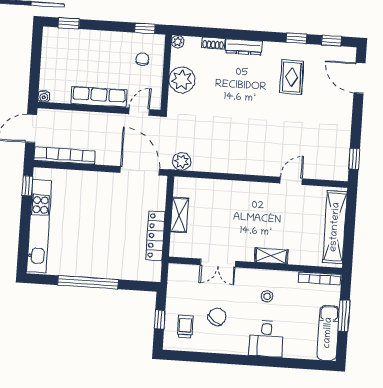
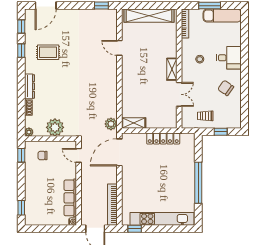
row of seats: (99, 97) -> (70, 198), moved
shelving: (179, 215) -> (134, 123), moved
shelving: (271, 256) -> (172, 69), moved
chair: (217, 317) -> (226, 88), moved
trolley: (185, 327) -> (205, 116), moved

